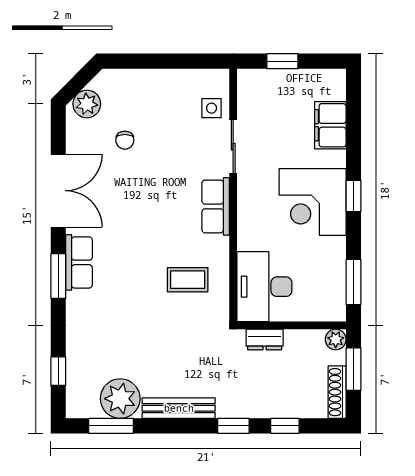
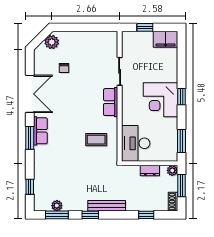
plant: (87, 104) -> (52, 42), moved
side table: (212, 108) -> (108, 52), removed
filing cabinet: (330, 125) -> (166, 39), moved, turned -90
dresser: (265, 340) -> (150, 170), moved
shoe rack: (337, 392) -> (173, 202), width x0.70
plant: (120, 399) -> (57, 206), width x0.53, depth x0.53
bench: (179, 408) -> (107, 206), moved
window: (233, 426) -> (90, 215), moved

